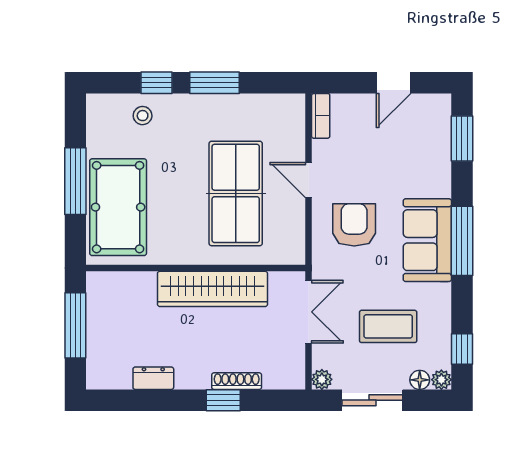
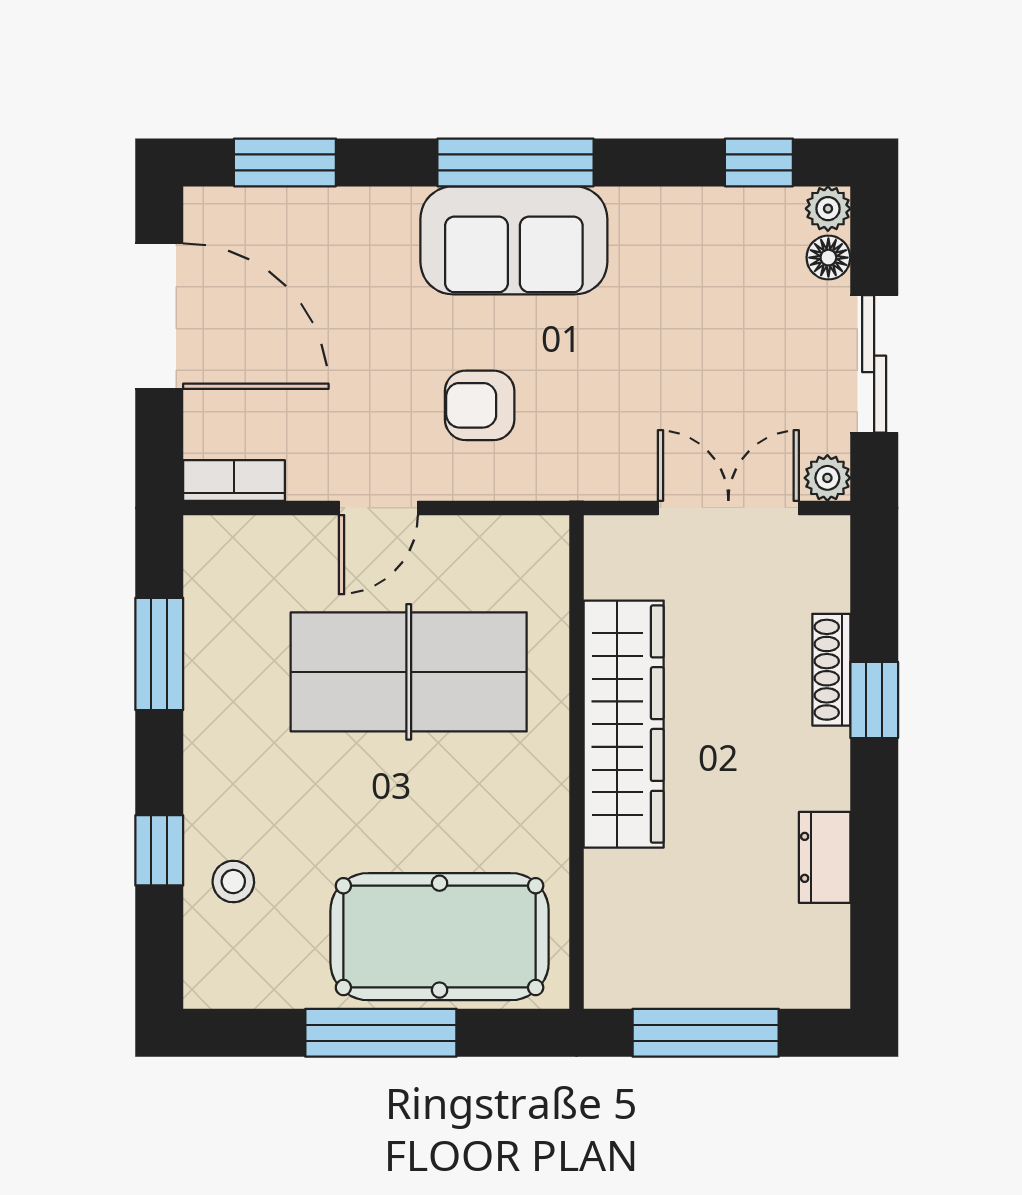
window: (214, 83) -> (159, 654), moved
door: (394, 83) -> (159, 316), width x1.88
armchair: (354, 225) -> (480, 405), width x0.72, depth x0.72
double door: (308, 312) -> (728, 508), moved
coffee table: (388, 326) -> (708, 329), removed

